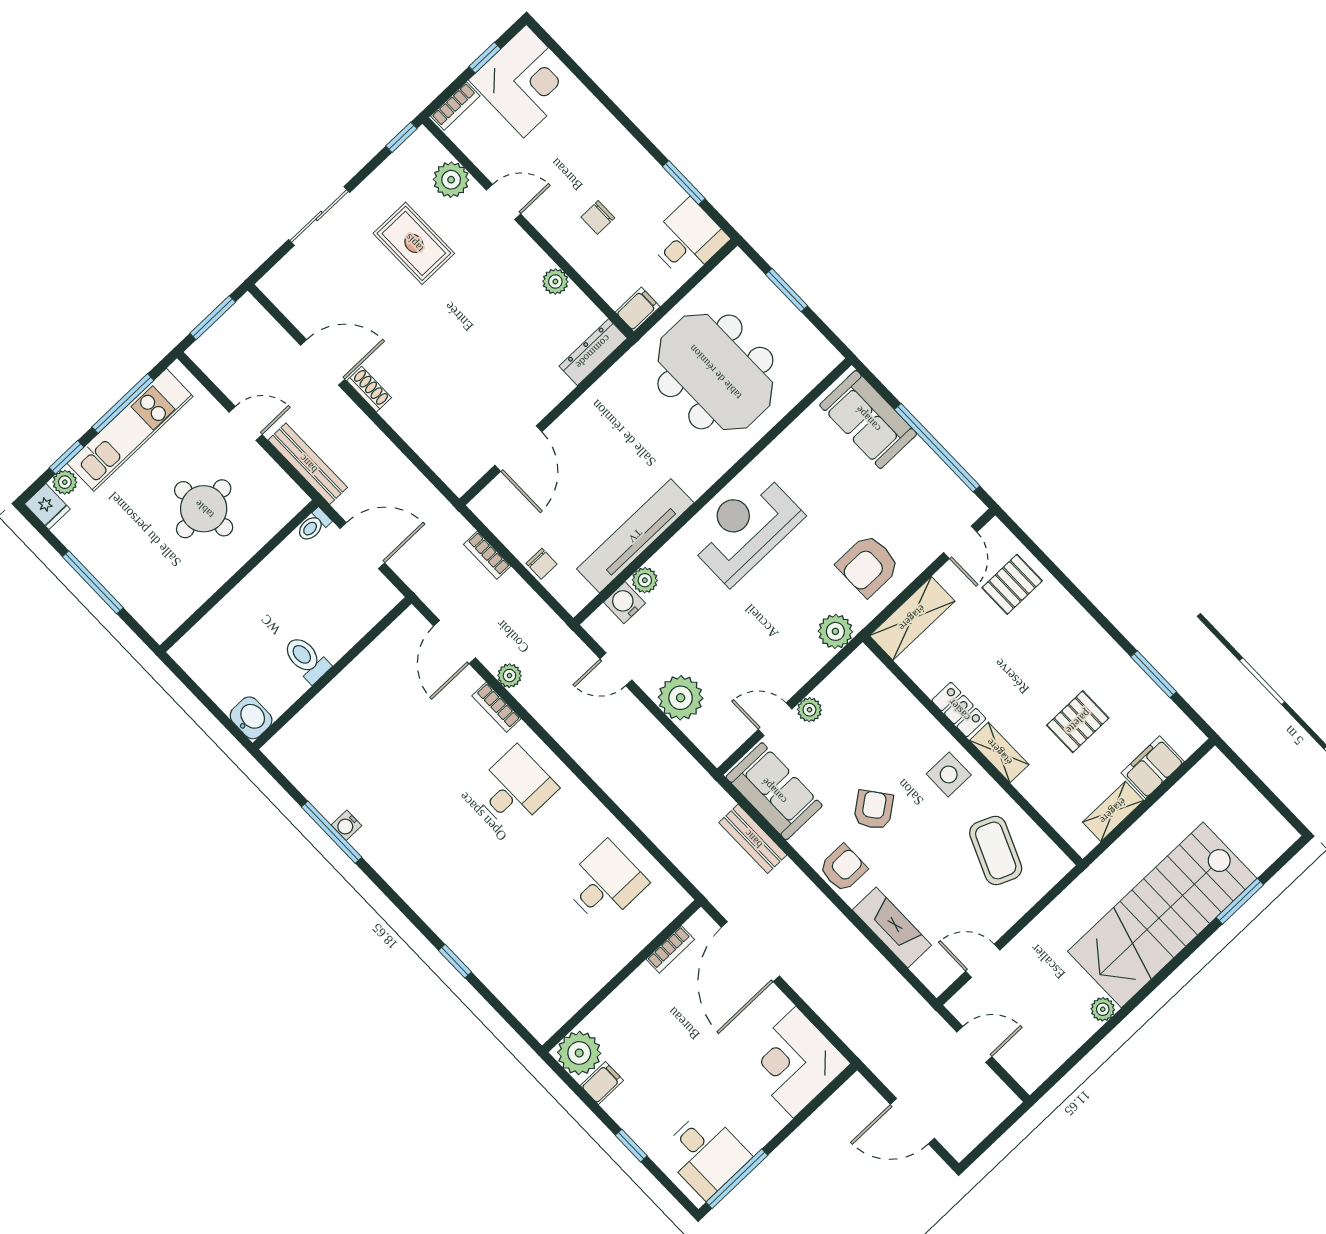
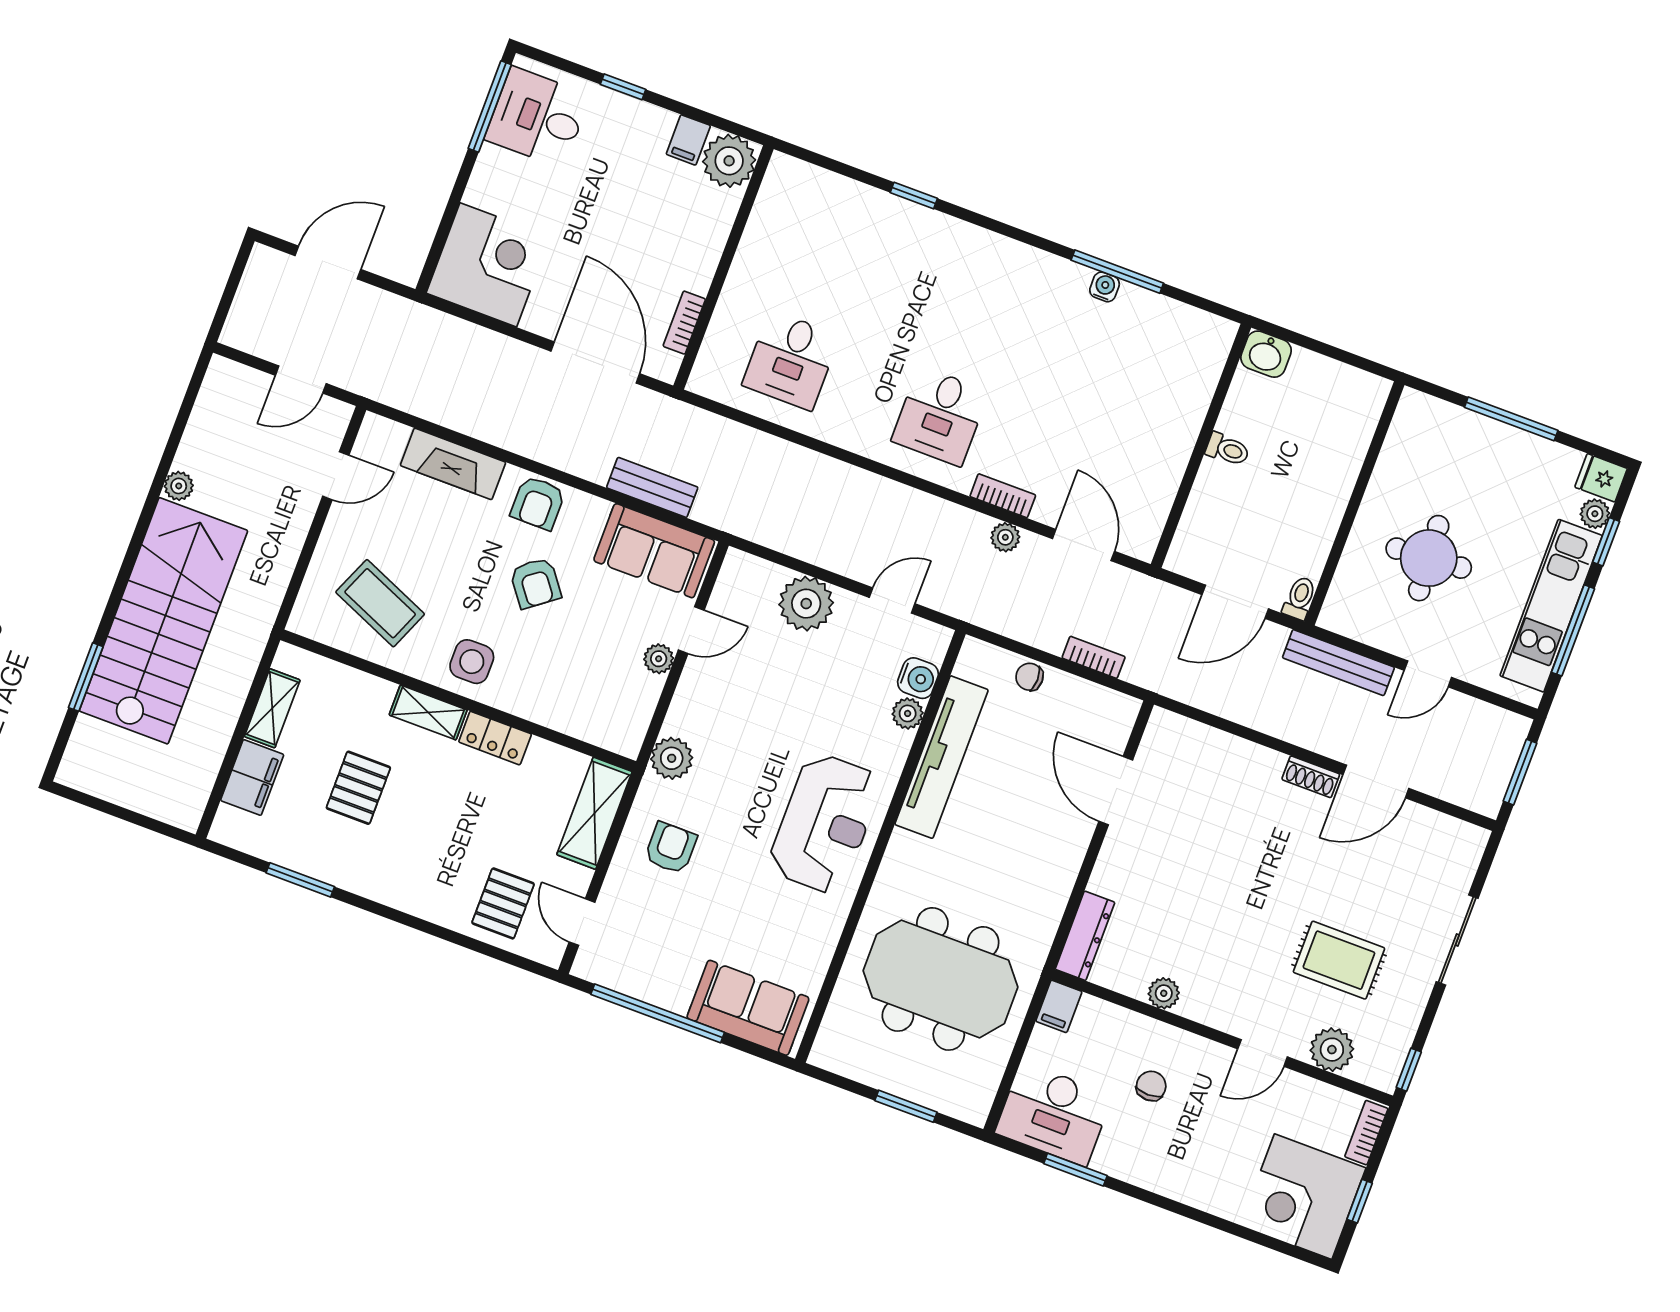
desk: (688, 239) -> (1054, 1114), width x1.37
armchair: (868, 565) -> (671, 848), width x0.72, depth x0.72
toilet: (306, 659) -> (1228, 449), width x0.73, depth x0.72

